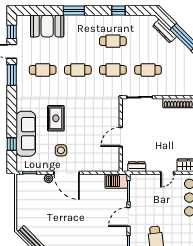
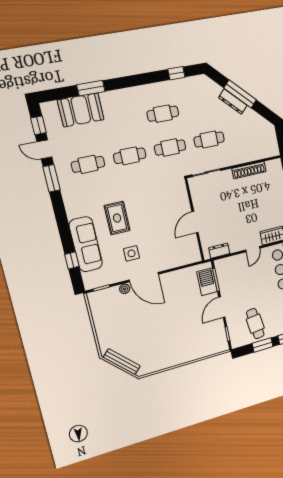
window: (74, 11) -> (91, 88), moved
window: (119, 11) -> (176, 73), moved
dresser: (165, 31) -> (233, 102), moved
barbecue: (116, 181) -> (207, 282), moved, turned 90

